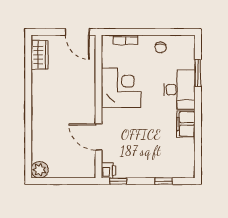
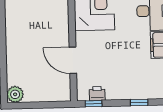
printer: (108, 170) -> (97, 94), moved, turned -90

